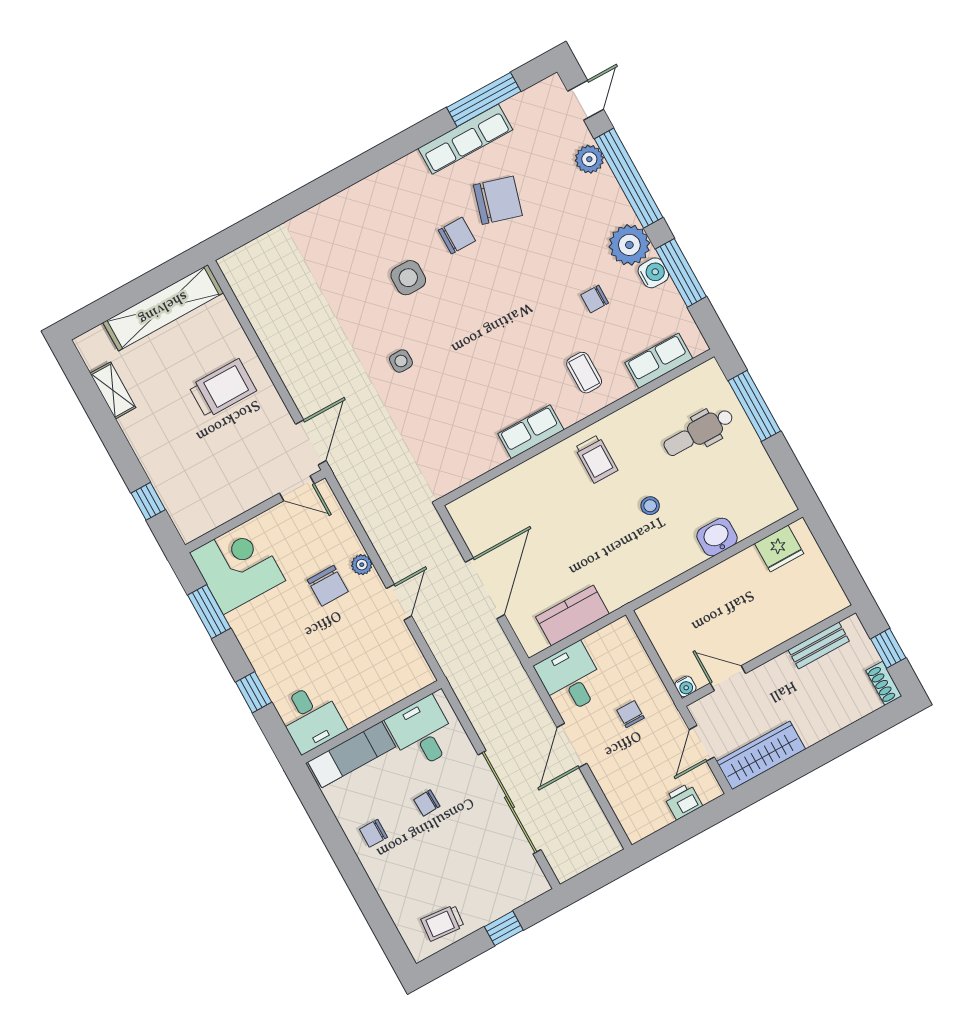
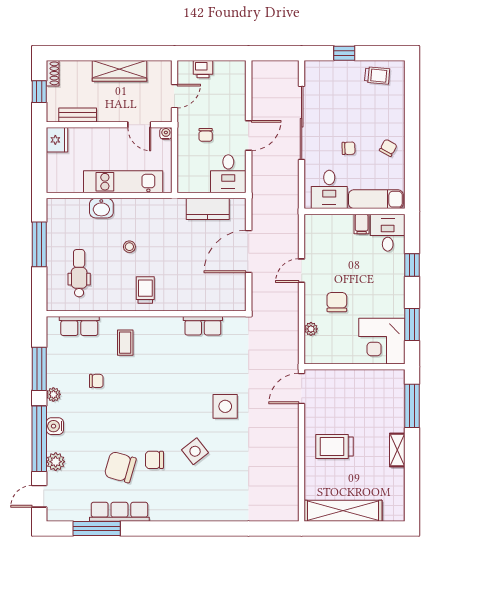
plant: (629, 245) -> (53, 394), width x0.53, depth x0.53
water cooler: (653, 273) -> (55, 426), moved
side table: (408, 278) -> (195, 451), turned -38
side table: (401, 361) -> (225, 406), width x1.87, depth x1.87
shelving: (113, 390) -> (397, 450), moved
window: (754, 406) -> (39, 244), moved
row of seats: (531, 432) -> (203, 326), moved
dental chair: (699, 432) -> (79, 273), turned -90
door: (297, 488) -> (324, 367), removed
window: (148, 501) -> (412, 406), width x2.17
fridge: (779, 548) -> (57, 140), moved, turned 90
plant: (362, 565) -> (311, 329), moved
kitchen unit: (707, 589) -> (123, 182), added
filing cabinet: (353, 710) -> (362, 224), added
wardrobe: (761, 755) -> (119, 71), moved
chair: (374, 833) -> (388, 148), turned -61

